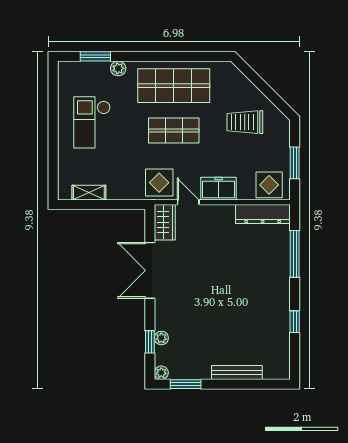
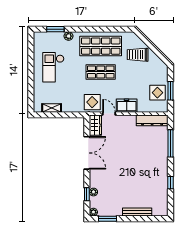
trolley: (245, 122) -> (138, 55), moved
display table: (269, 185) -> (157, 93), moved
double door: (150, 270) -> (87, 153), swing flipped

